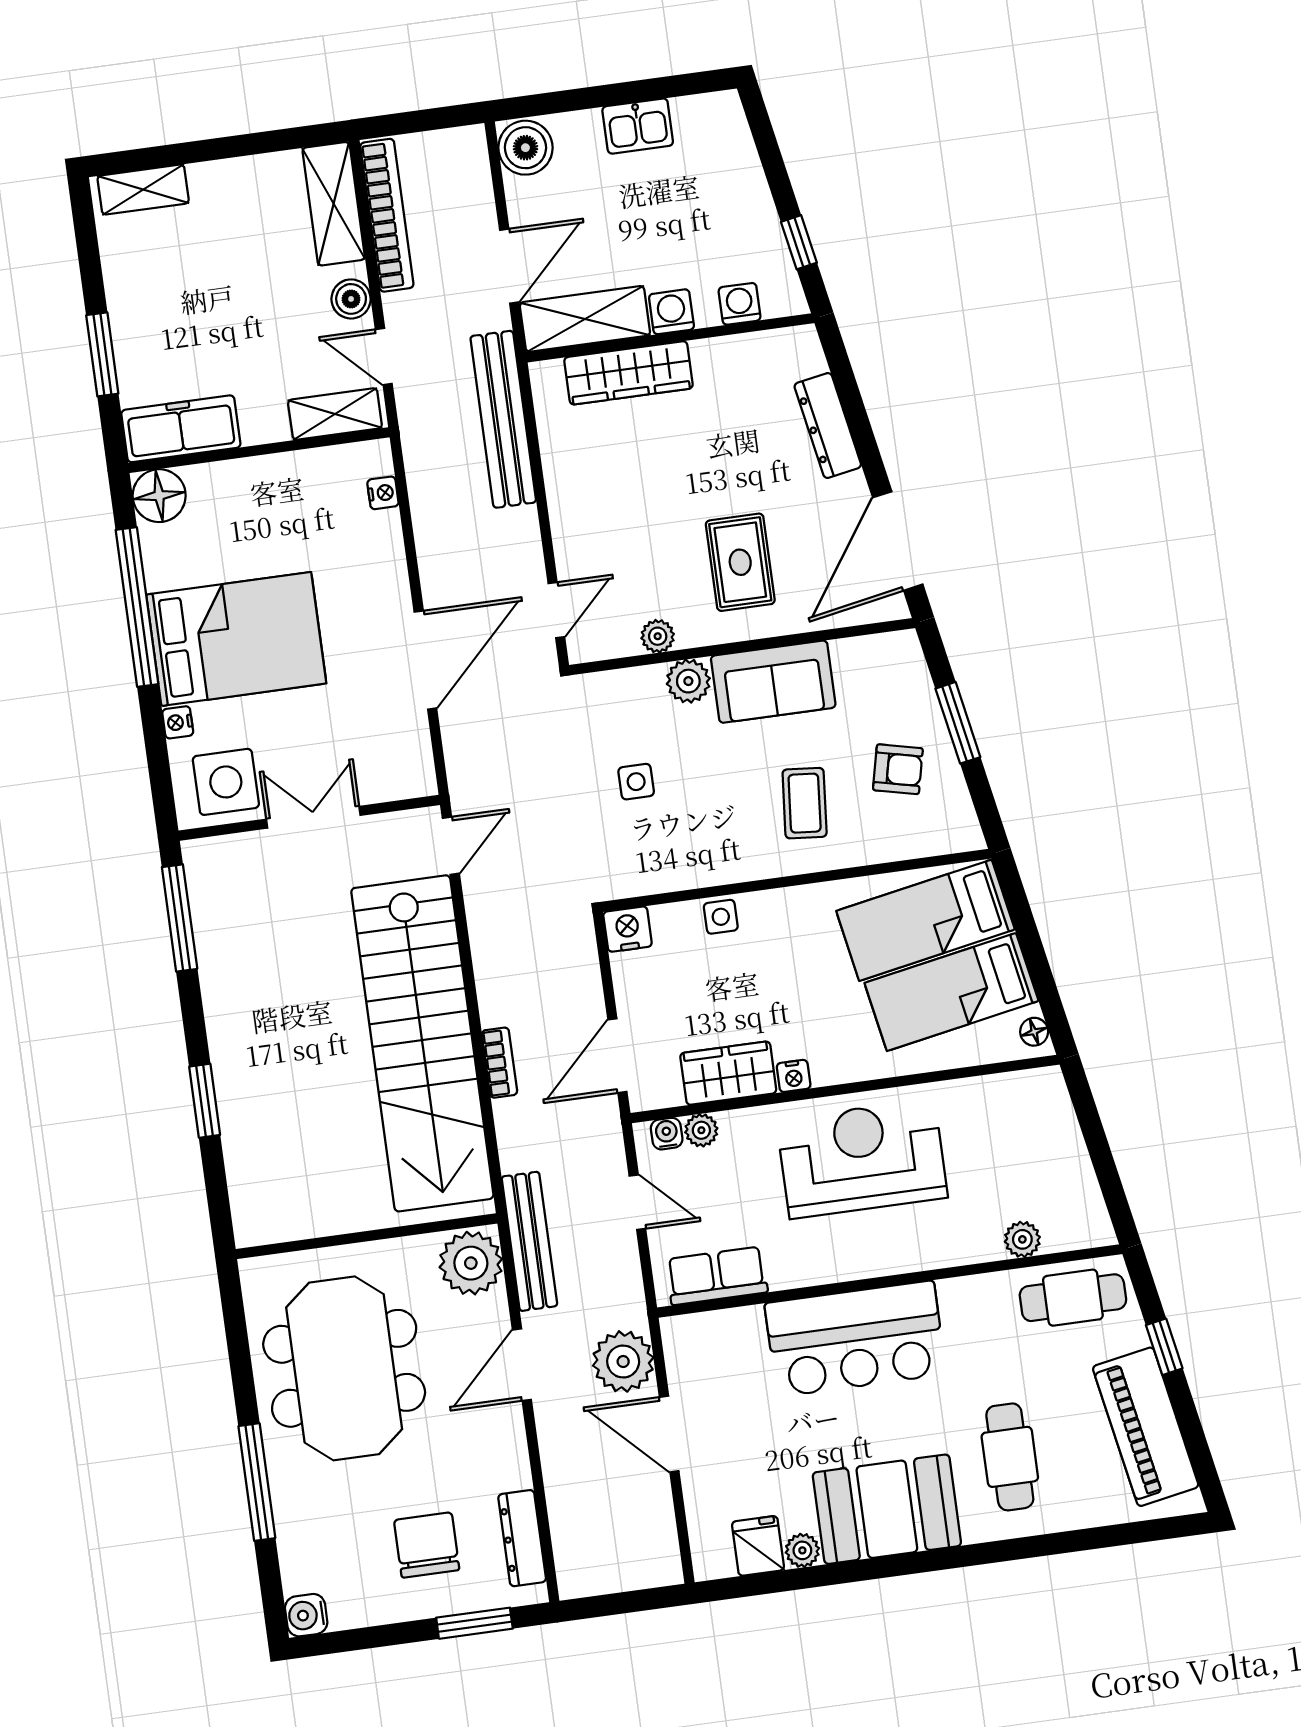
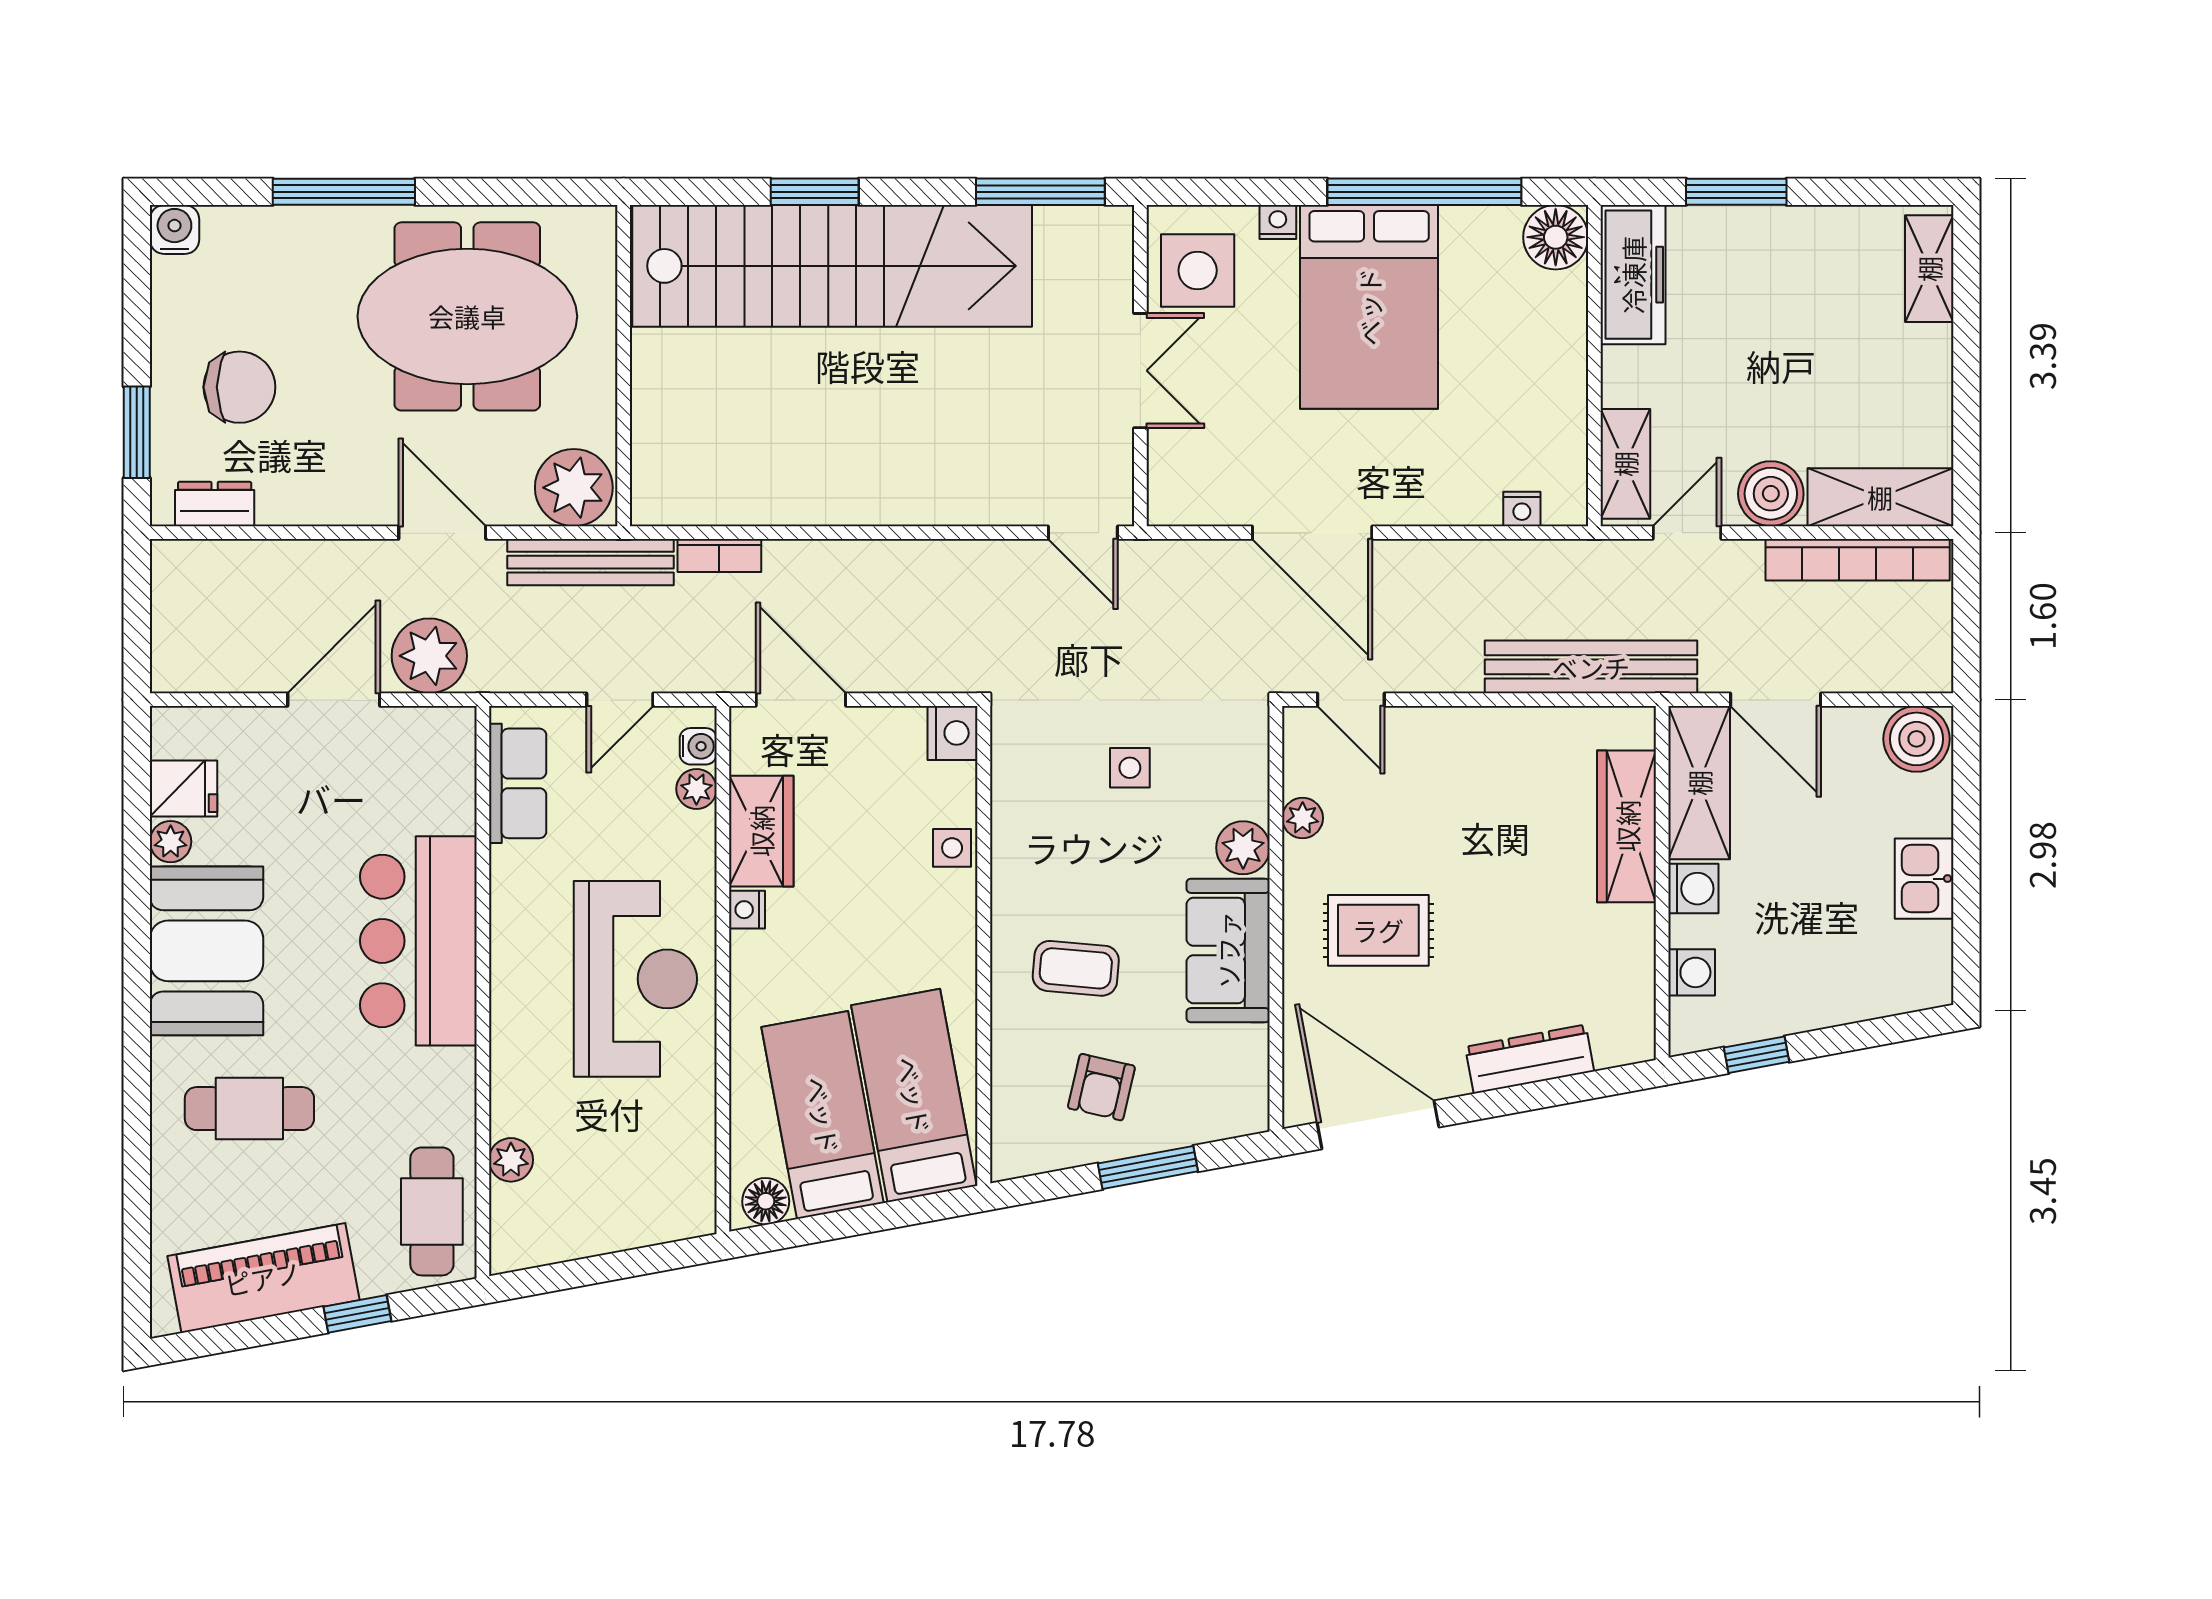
boiler: (351, 299) -> (1771, 494), width x1.36, depth x1.36
floor lamp: (1034, 1032) -> (766, 1201), width x1.37, depth x1.37
stairs: (422, 1043) -> (832, 266), moved, turned 180
bookcase: (499, 1063) -> (719, 556), moved
dresser: (522, 1538) -> (215, 504), width x0.70

